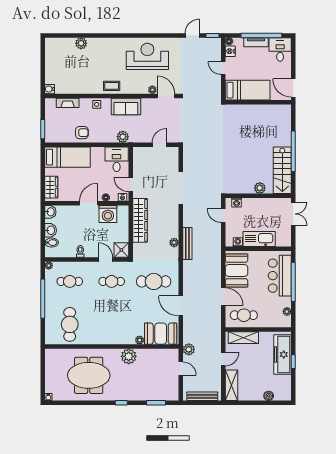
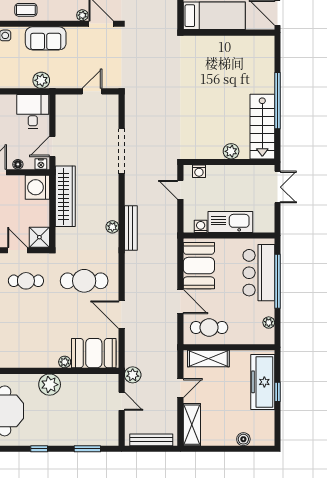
door: (131, 184) -> (52, 146), hinge flipped
washing machine: (108, 214) -> (37, 187), moved, turned 90

